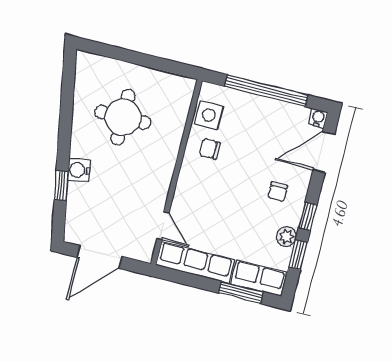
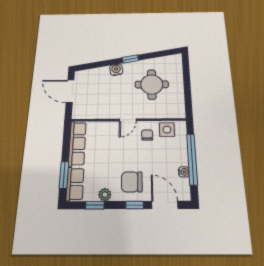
water cooler: (318, 118) -> (184, 172), moved
window: (61, 186) -> (130, 59), moved
chair: (278, 192) -> (132, 182), width x1.87, depth x1.87
window: (308, 216) -> (135, 205), moved
door: (163, 226) -> (128, 120), moved

